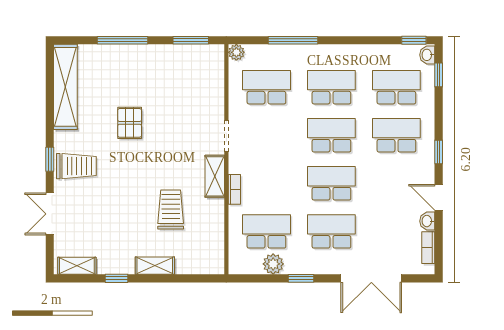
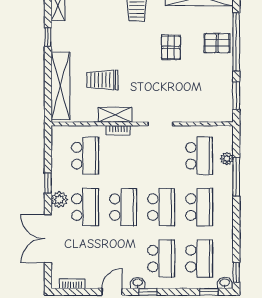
window: (123, 40) -> (236, 42), width x1.46
plant: (236, 52) -> (227, 159), moved
pallet: (124, 64) -> (217, 43), added
pallet: (130, 123) -> (171, 47), turned 90
shelving: (215, 176) -> (115, 115), moved
trolley: (171, 209) -> (102, 80), turned 180
washbasin: (427, 221) -> (138, 283), moved
plant: (273, 264) -> (59, 200), moved
shelving: (155, 266) -> (60, 86), width x2.20, depth x1.33

